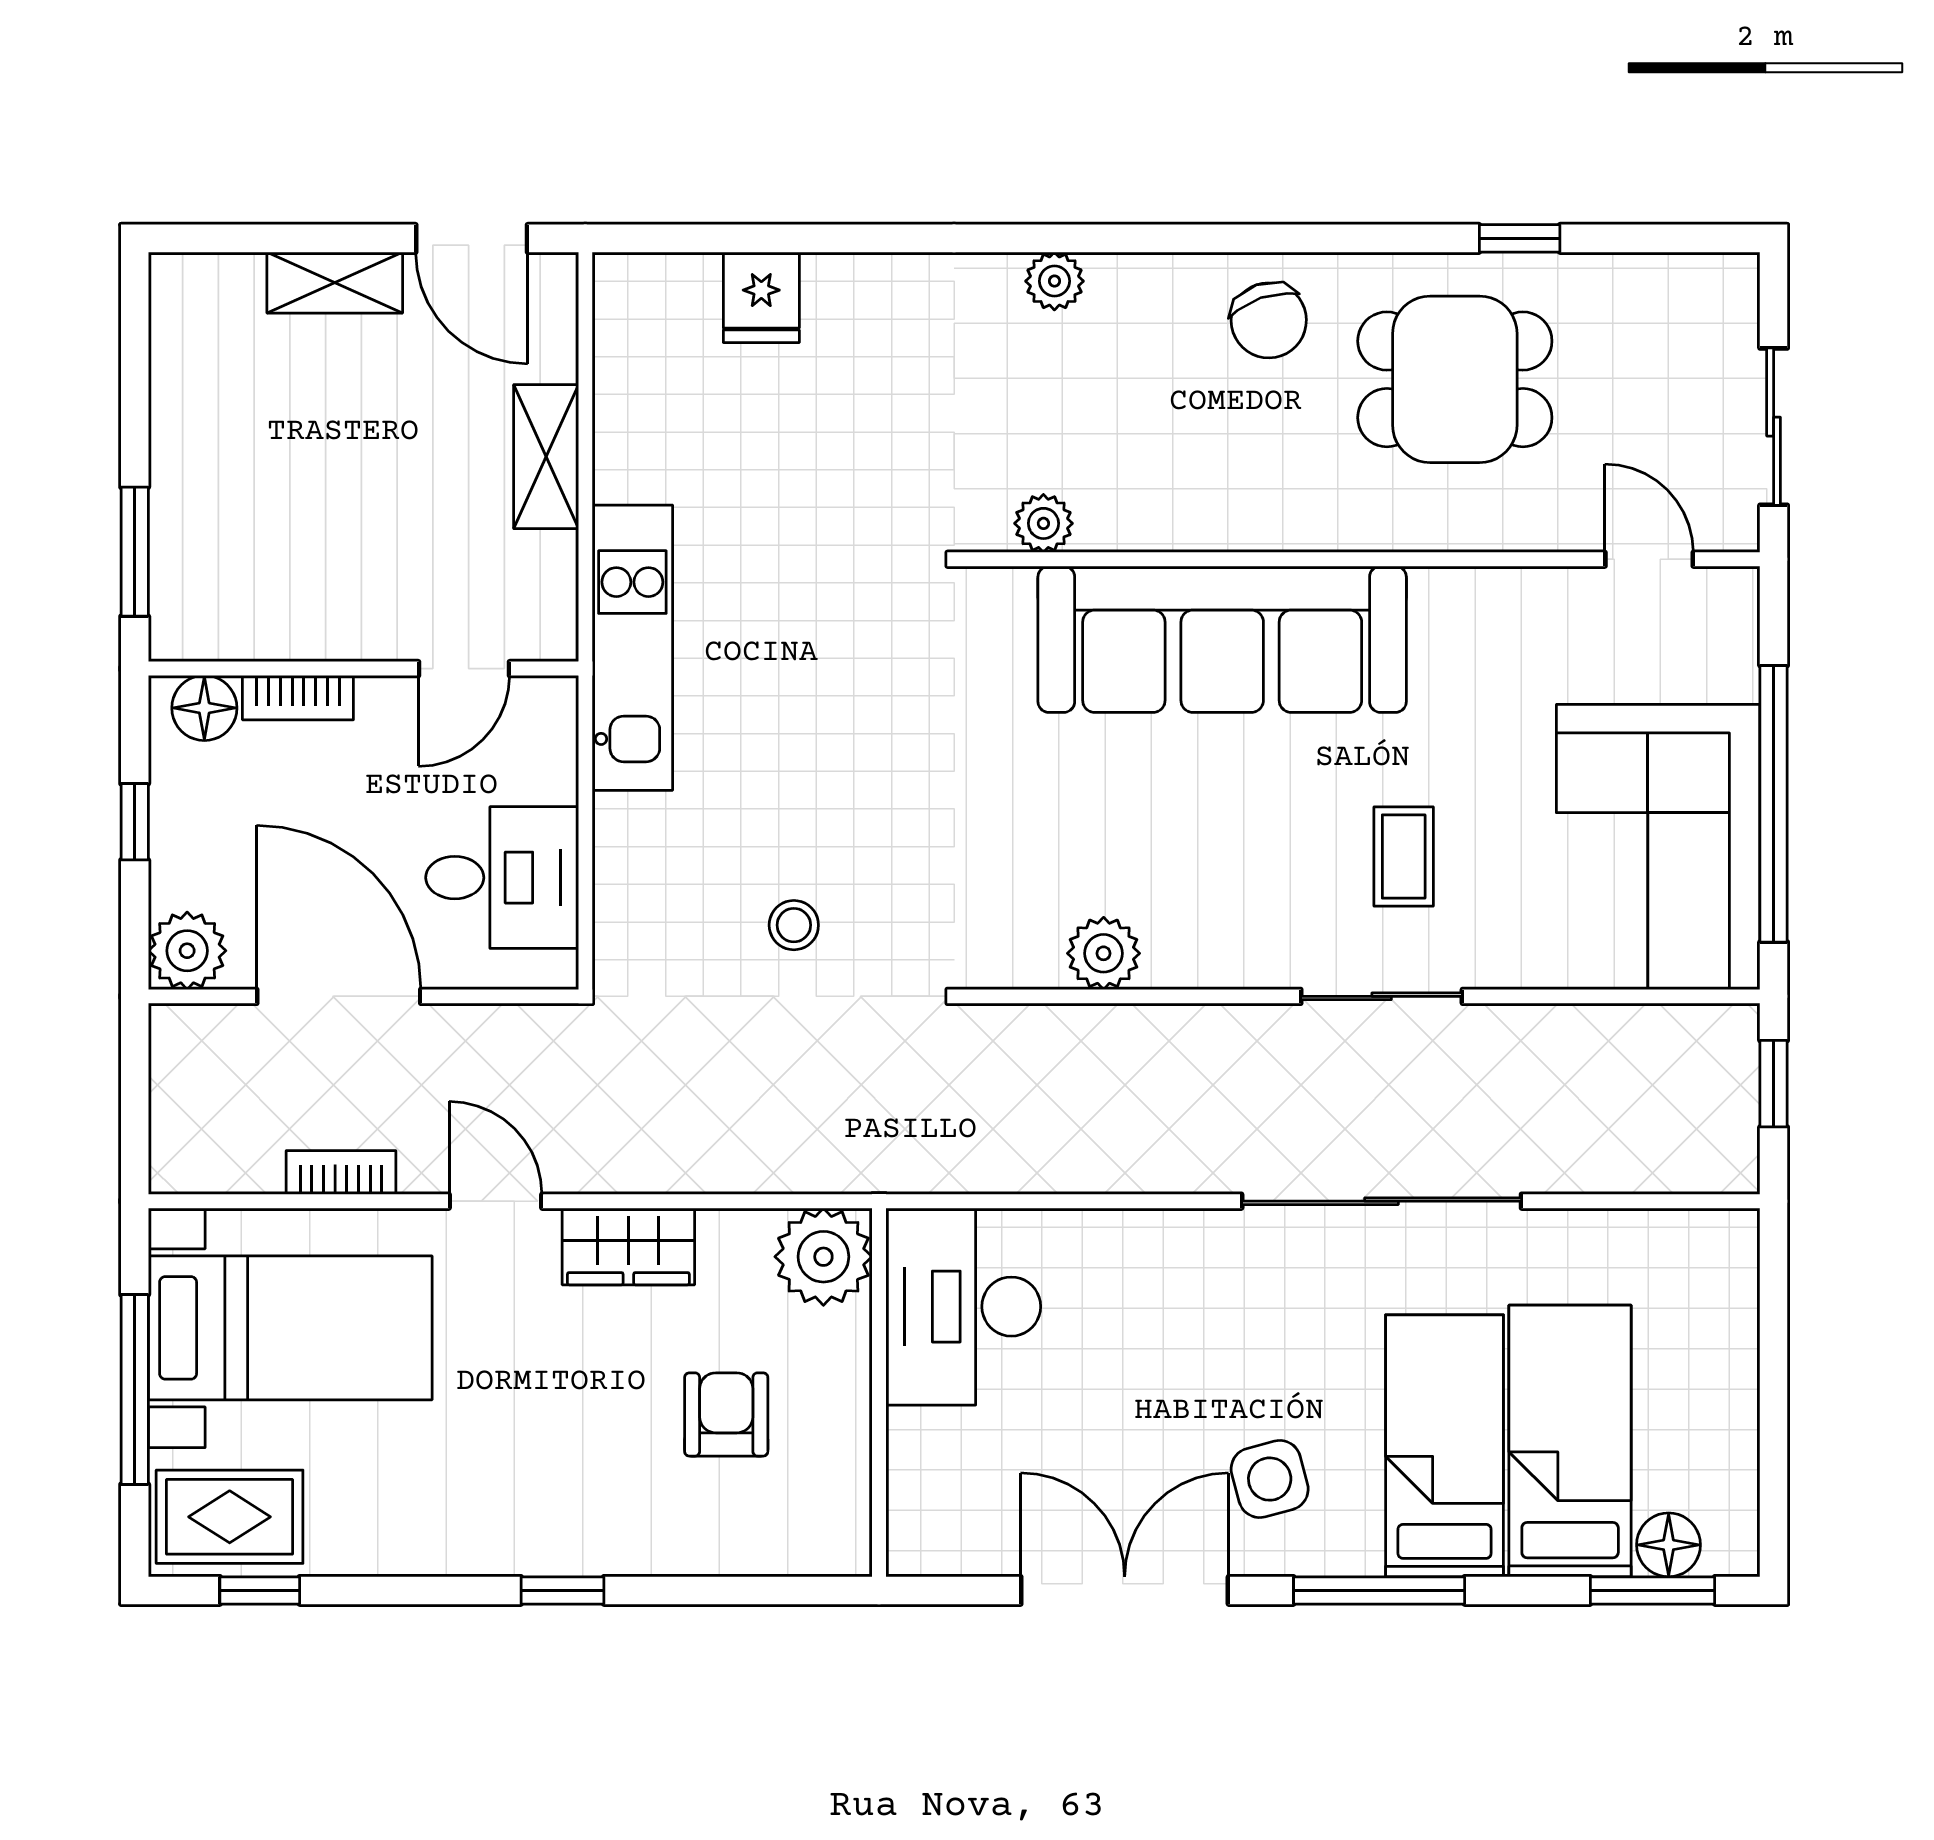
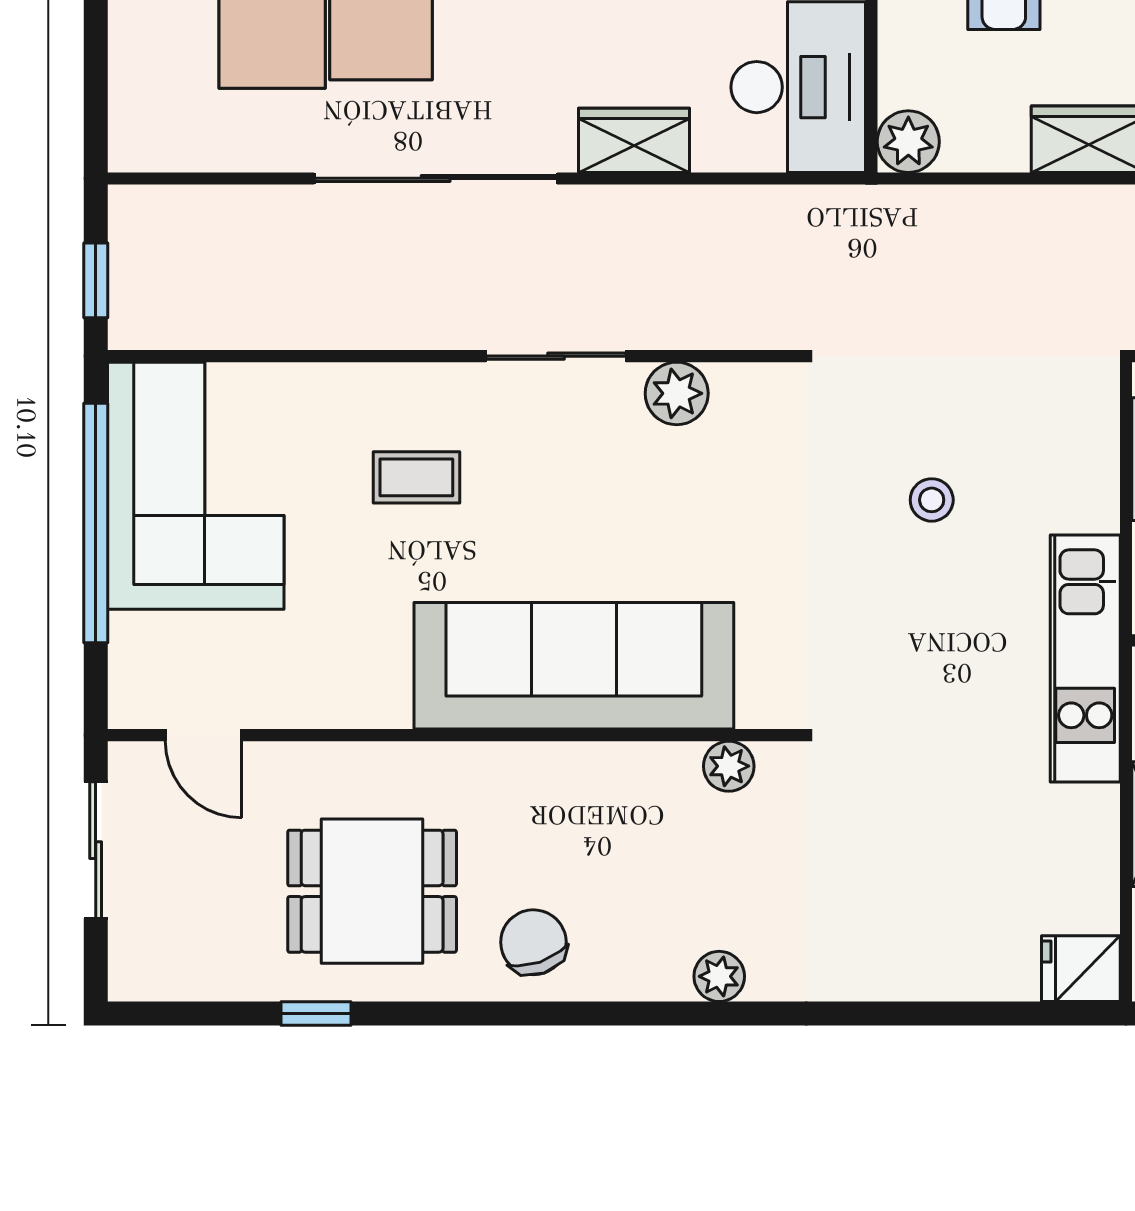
fridge: (761, 297) -> (1081, 969), moved, turned -90
coffee table: (1404, 857) -> (416, 477), turned 90
stool: (794, 925) -> (932, 500), moved
sliding door: (1382, 996) -> (556, 356), moved
wardrobe: (1153, 1245) -> (634, 140), added
plant: (823, 1257) -> (908, 142), width x0.73, depth x0.73

